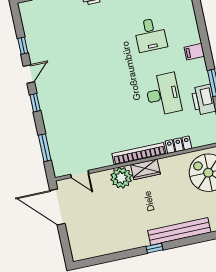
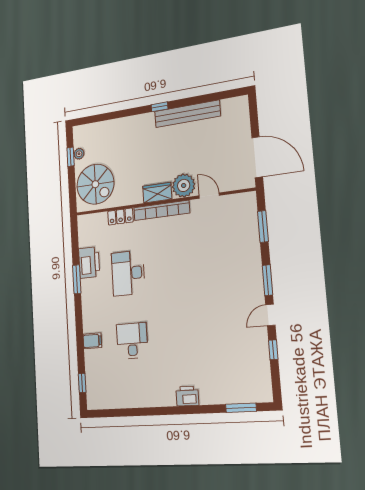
filing cabinet: (194, 52) -> (92, 341), moved
window: (35, 103) -> (267, 280), width x1.50
door: (80, 174) -> (209, 196), moved
bench: (179, 231) -> (187, 114), moved

